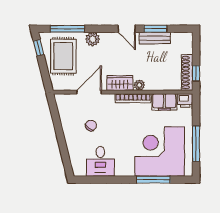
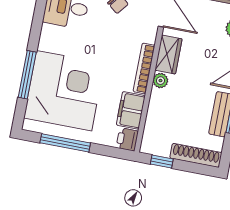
shoe rack: (187, 72) -> (196, 155), moved

